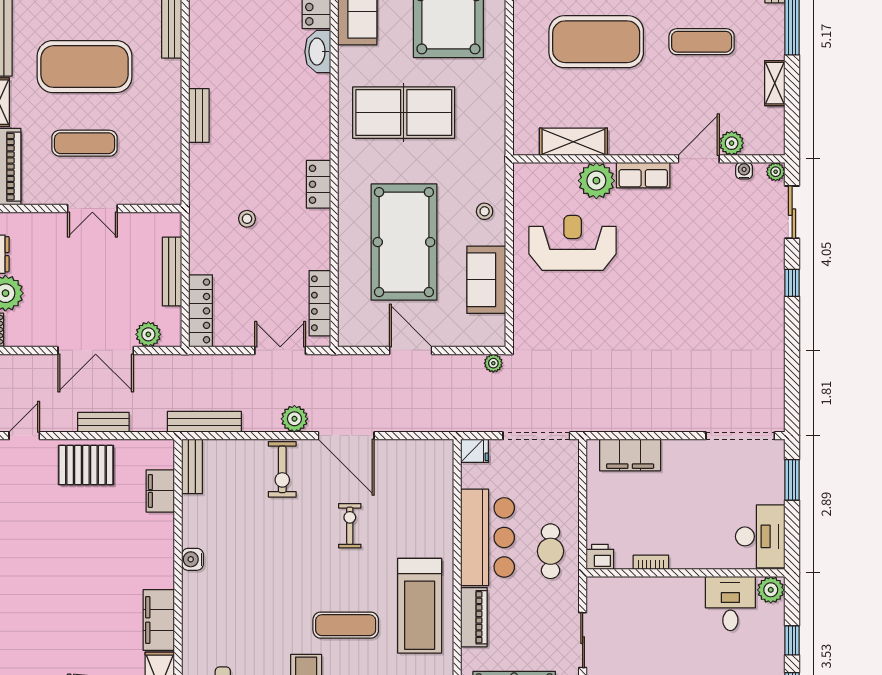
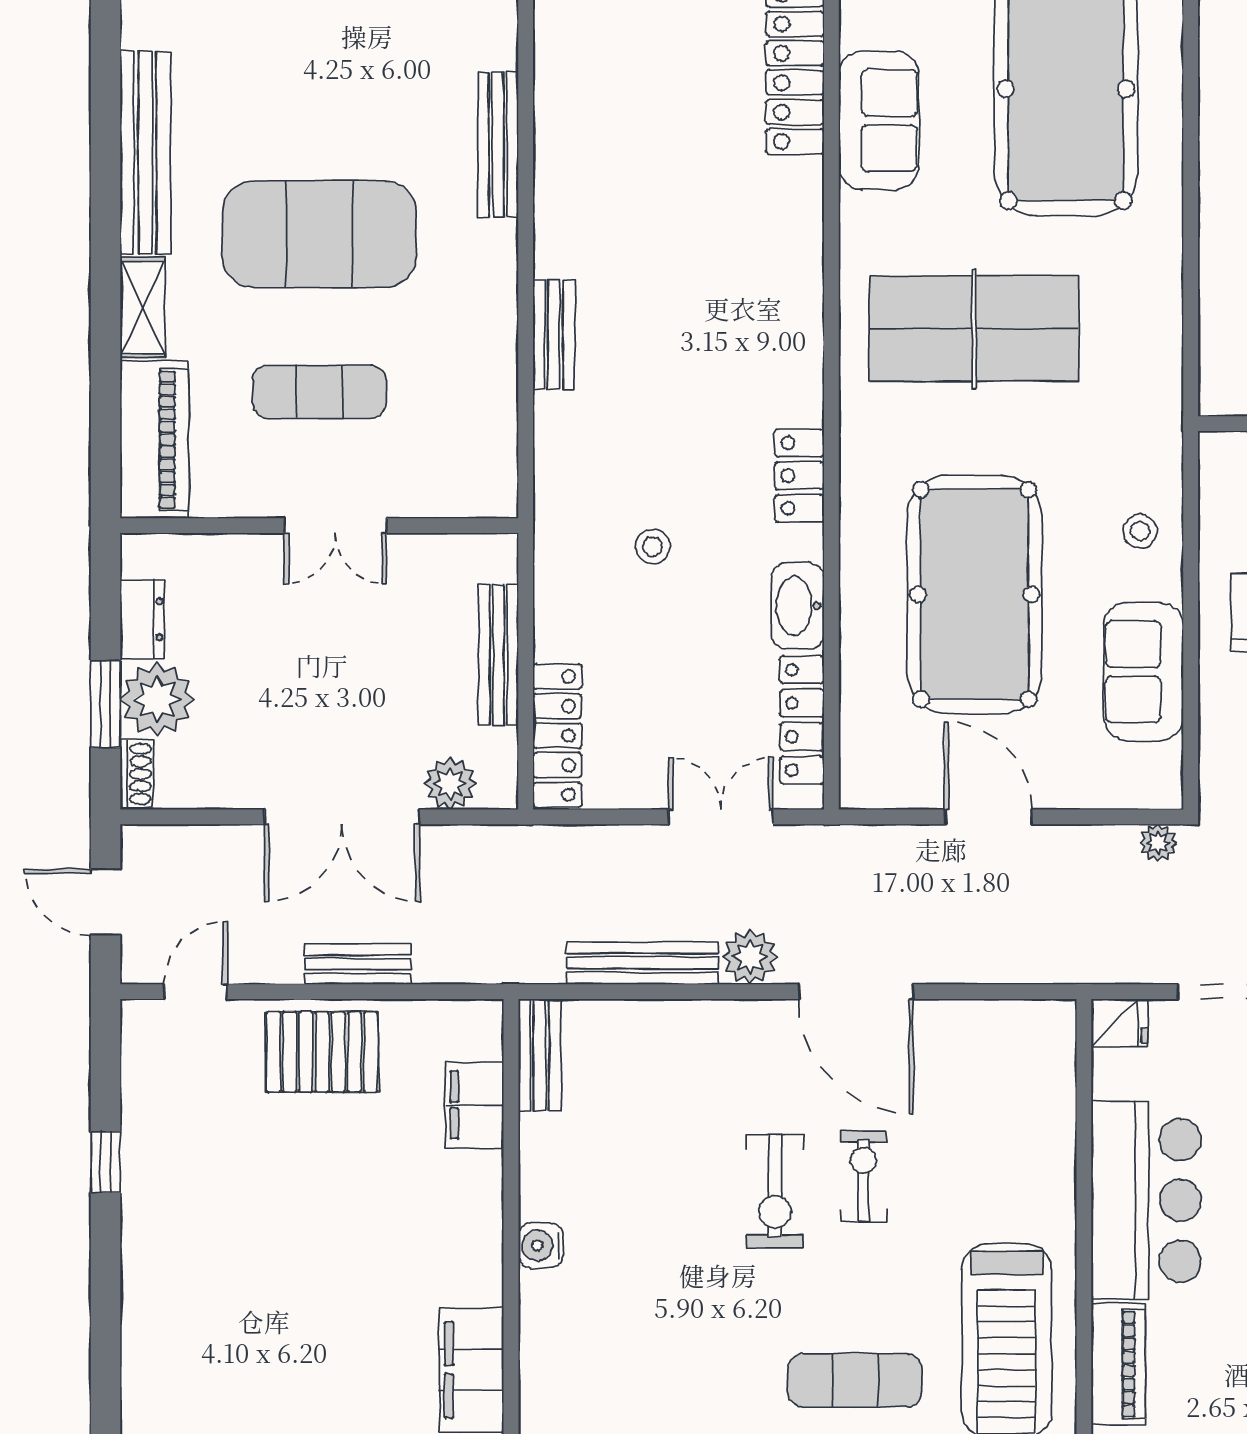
washbasin: (318, 52) -> (798, 606), moved
bench: (204, 422) -> (643, 963), moved
exercise bike: (282, 469) -> (775, 1191), moved

